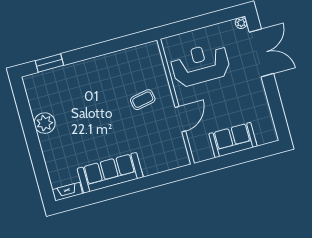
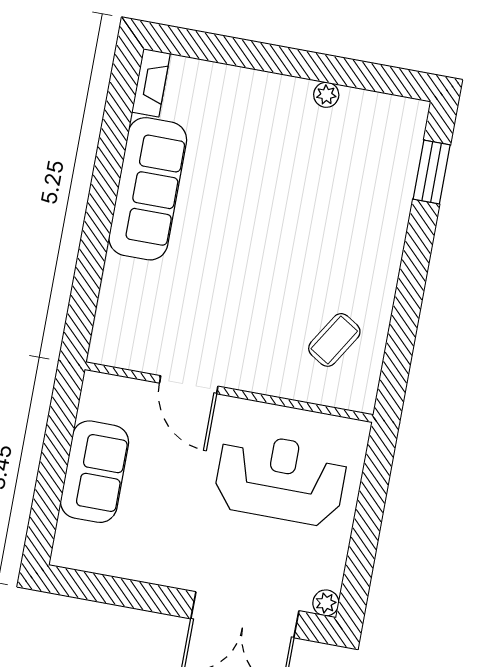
reception desk: (200, 65) -> (281, 479), turned -90
coffee table: (143, 100) -> (334, 340), moved, turned 43
plant: (45, 123) -> (326, 95), width x0.53, depth x0.53

